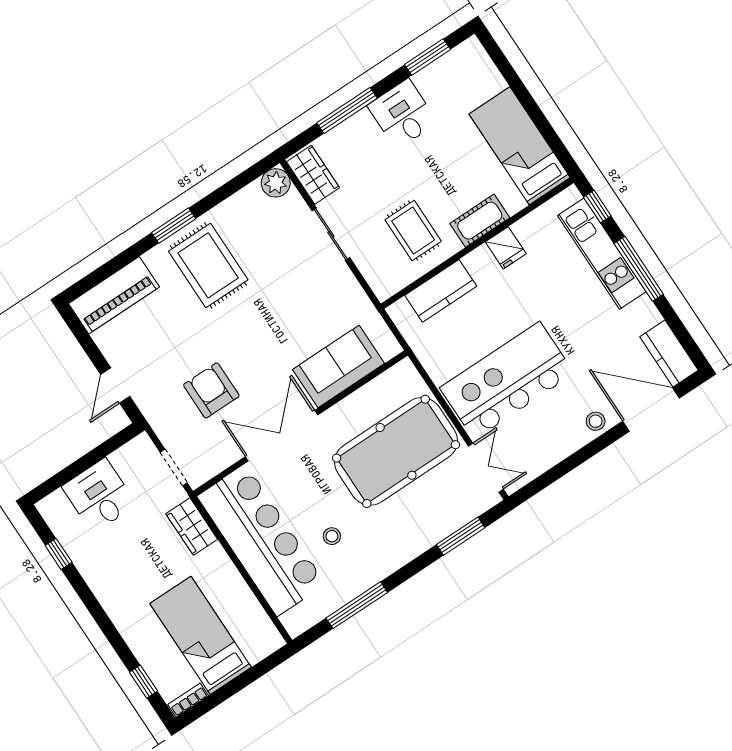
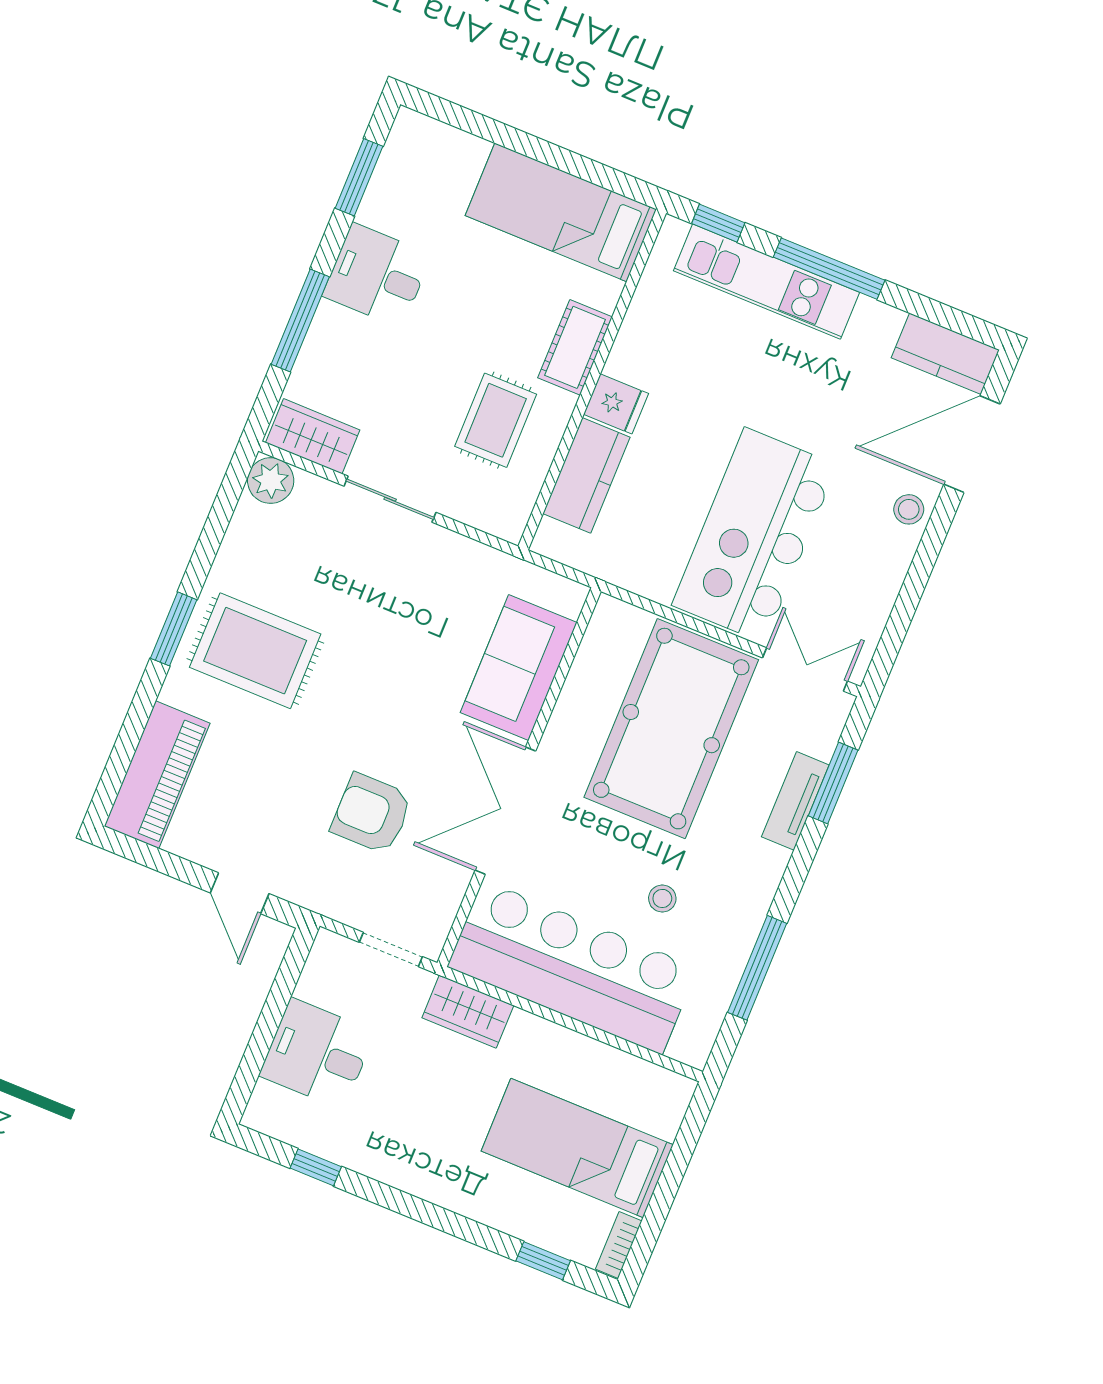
rug: (413, 230) -> (496, 420), turned 90
fridge: (506, 248) -> (616, 404), moved
tv unit: (435, 532) -> (795, 801), added

